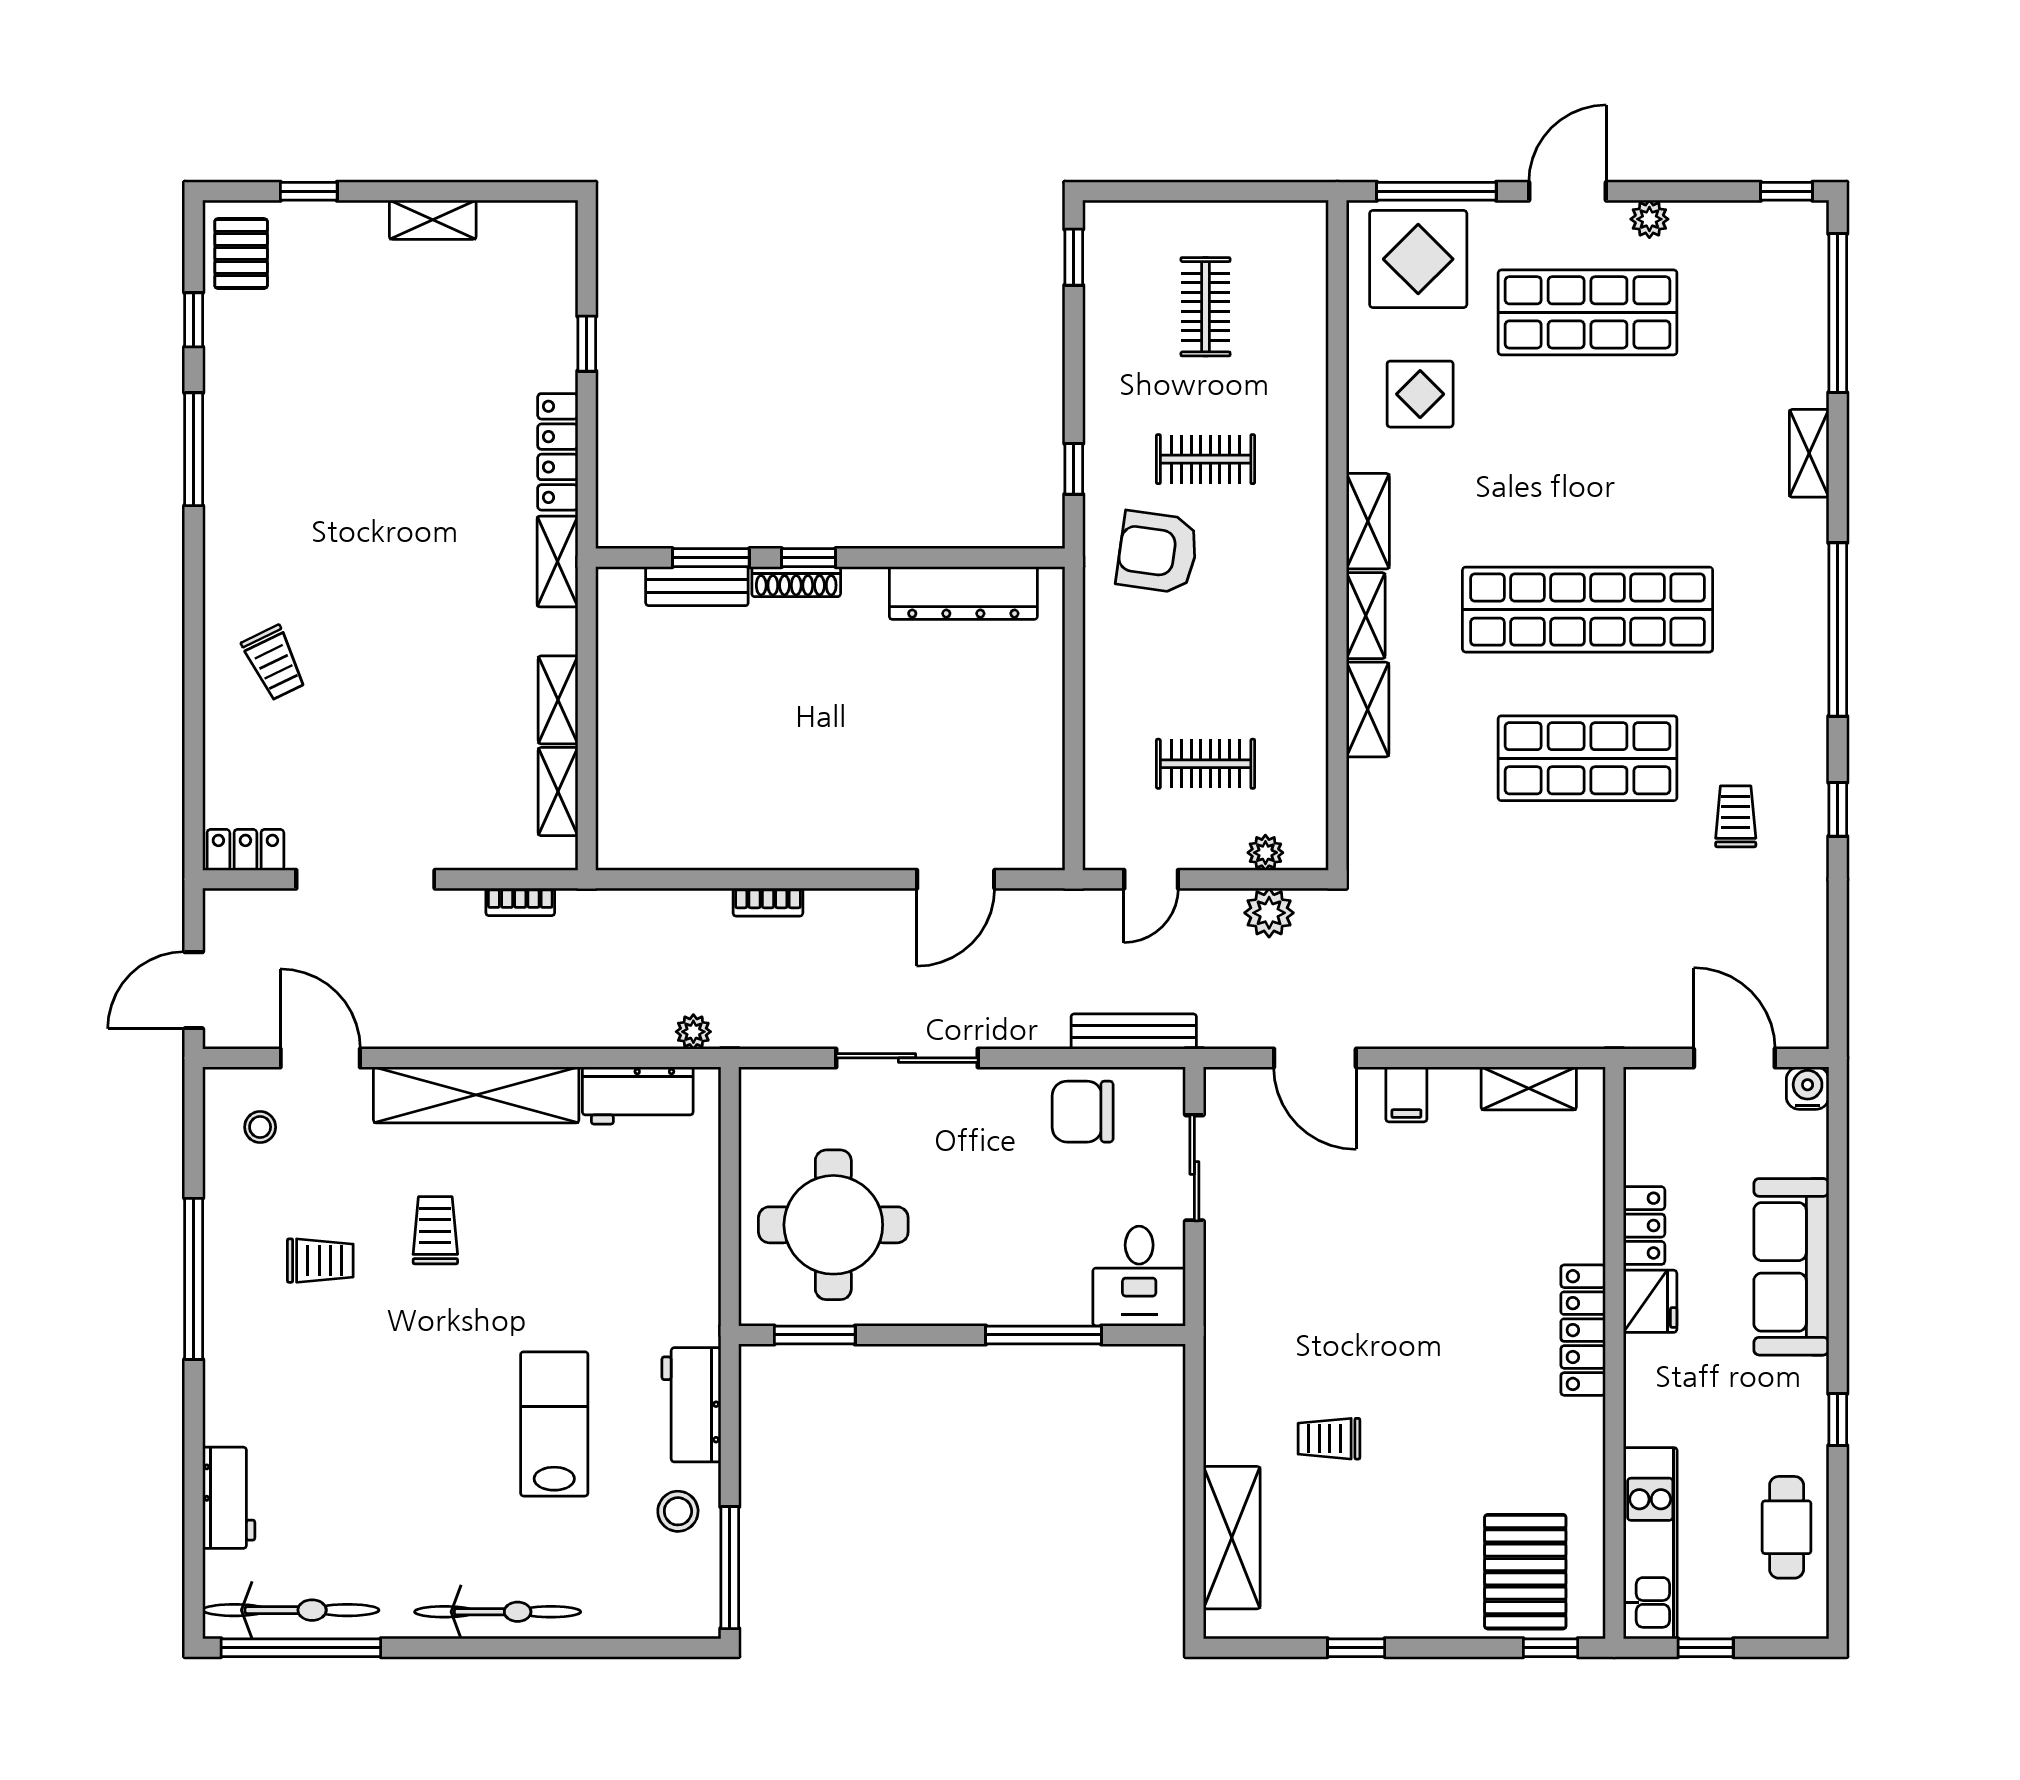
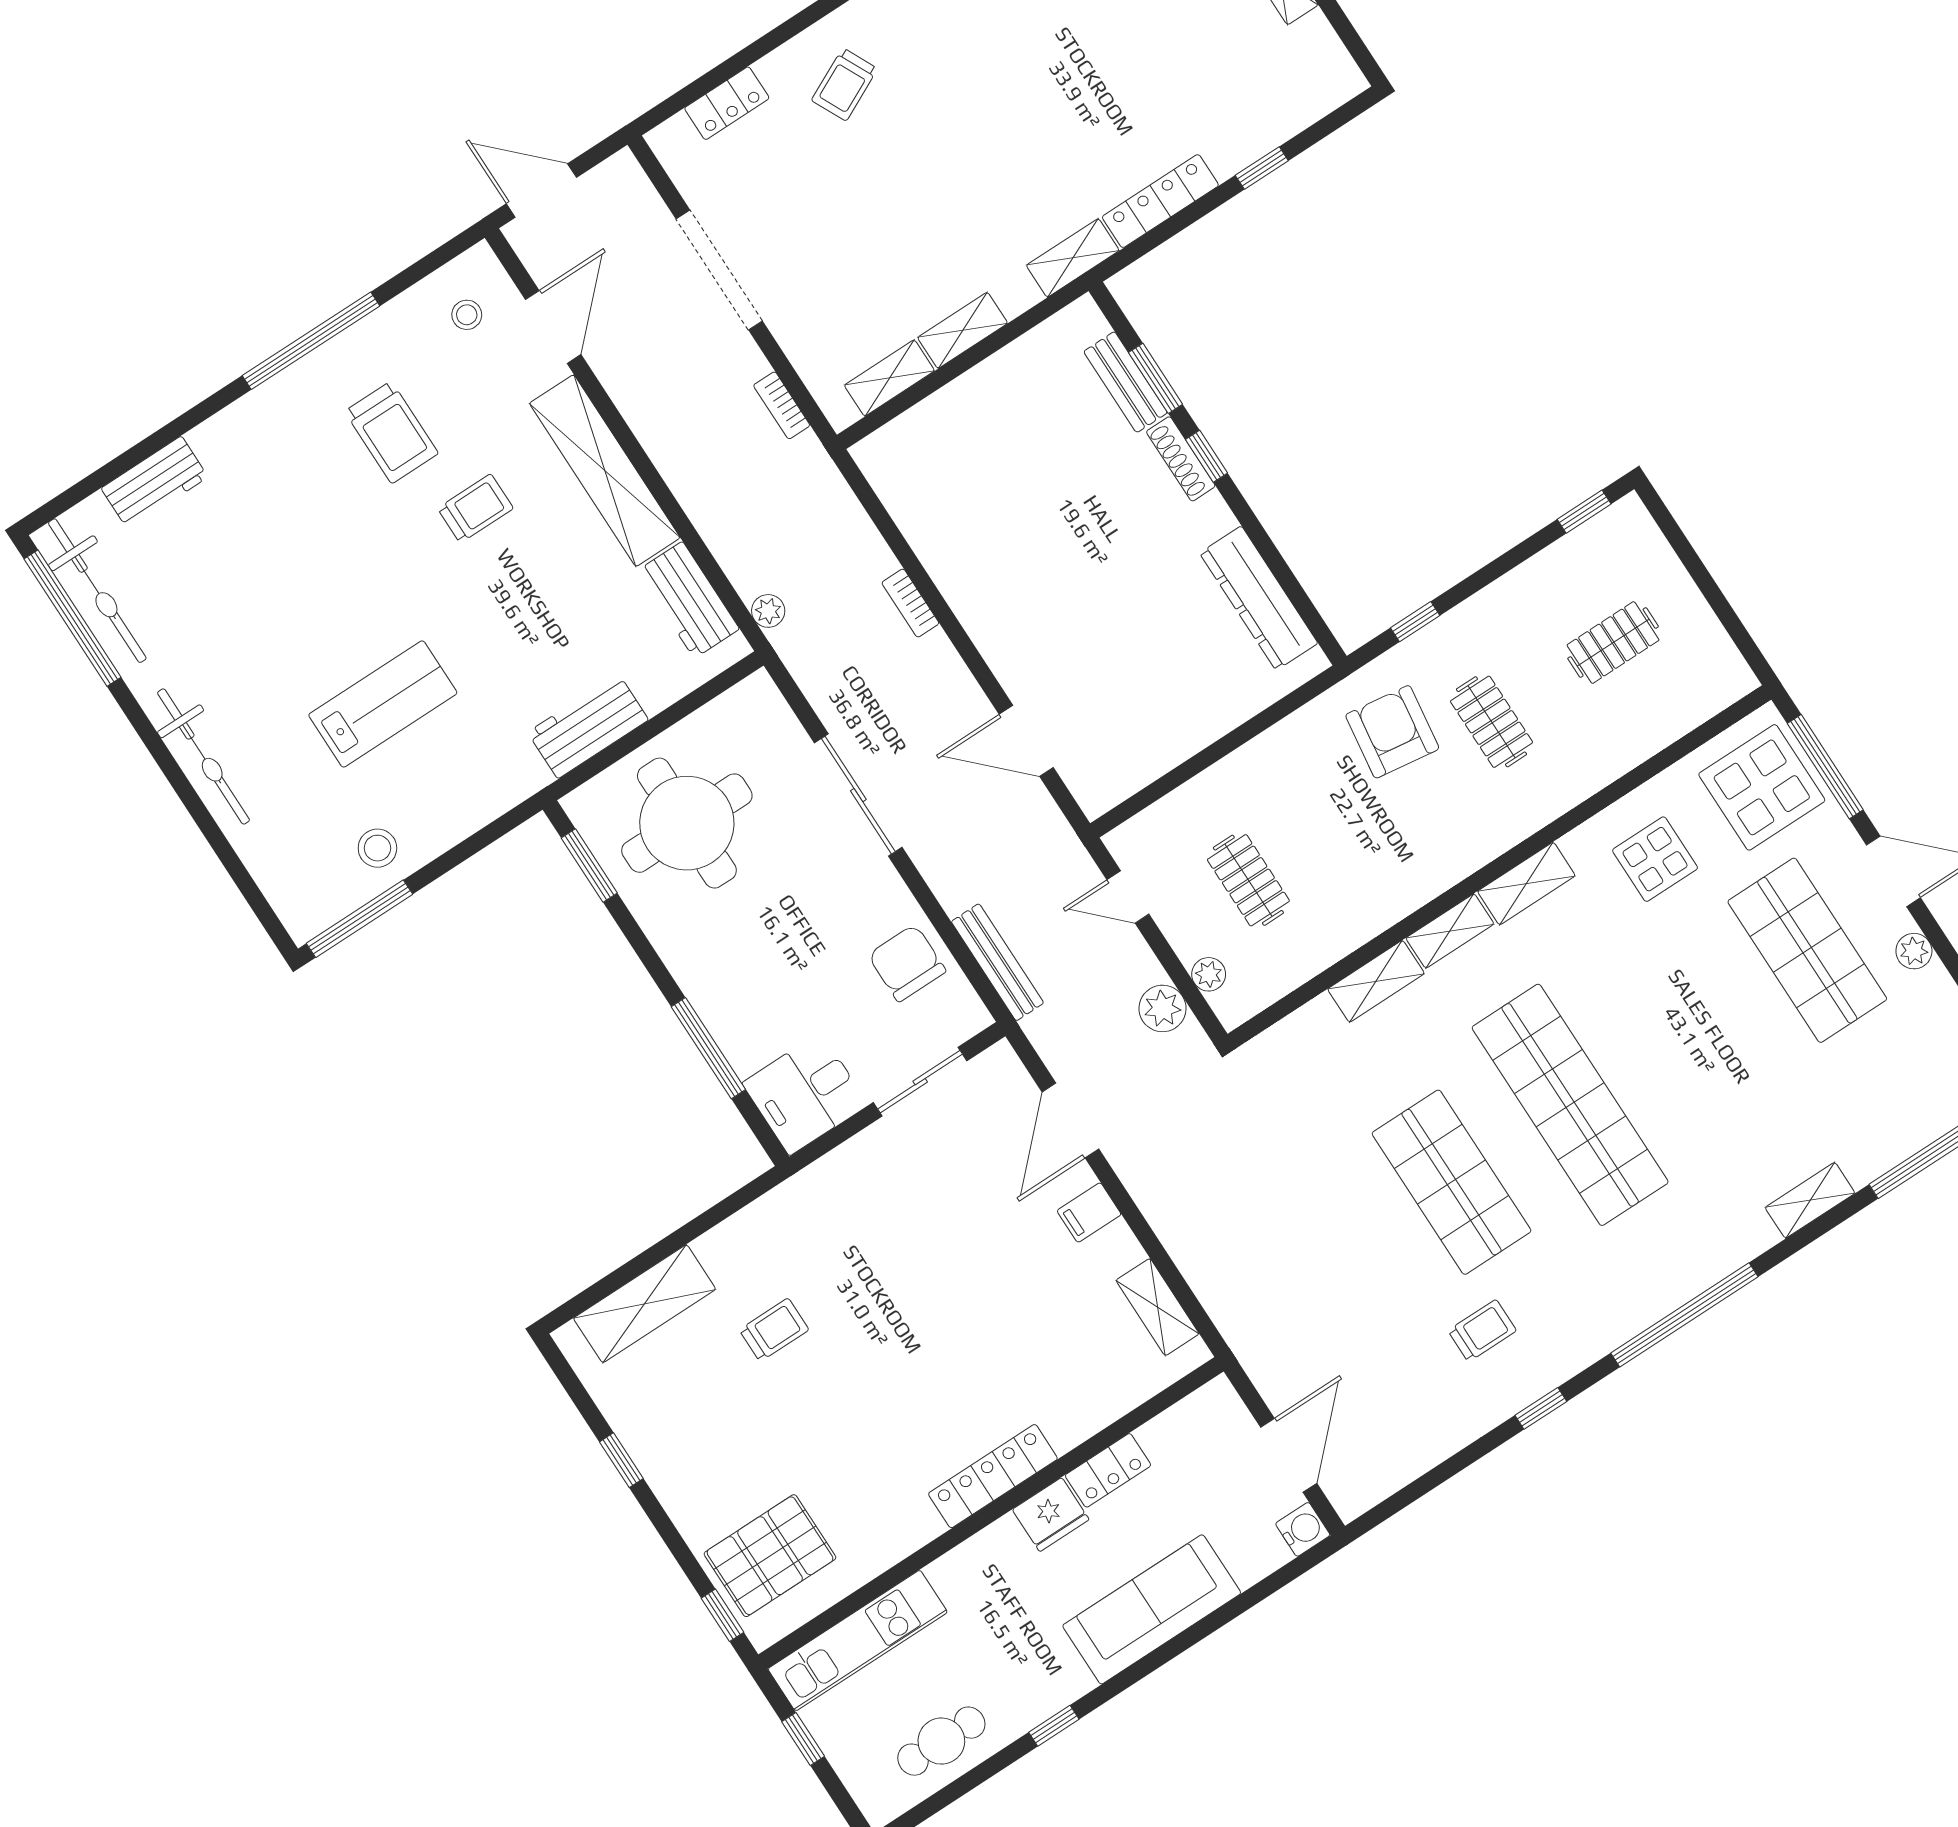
locker: (245, 850) -> (727, 103), moved, turned 90
trolley: (320, 1261) -> (391, 432), width x1.36, depth x1.39
workbench: (691, 1405) -> (588, 726), moved
trolley: (1329, 1439) -> (774, 1330), turned 90

